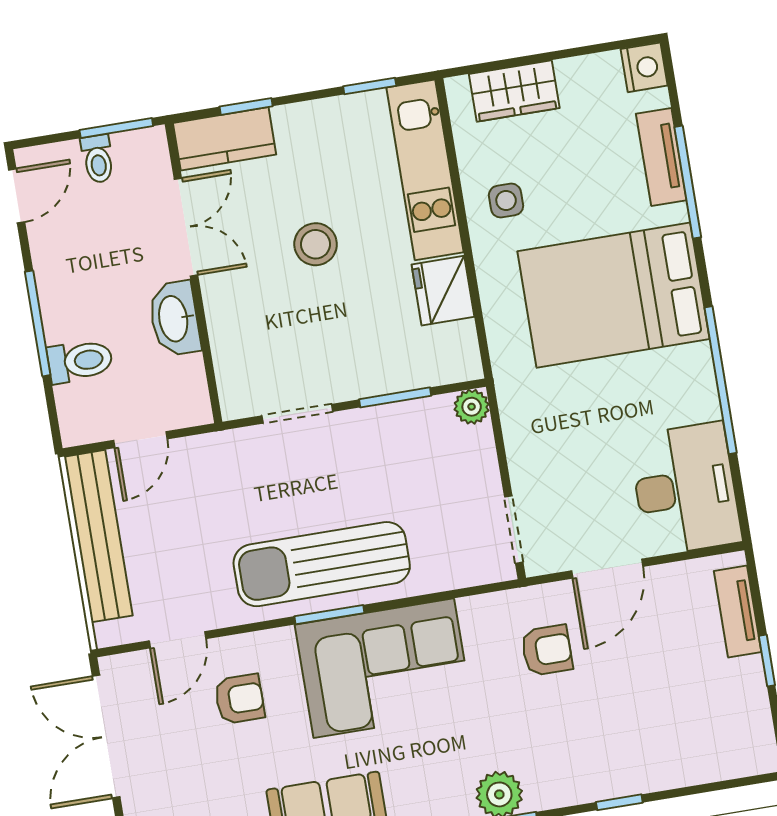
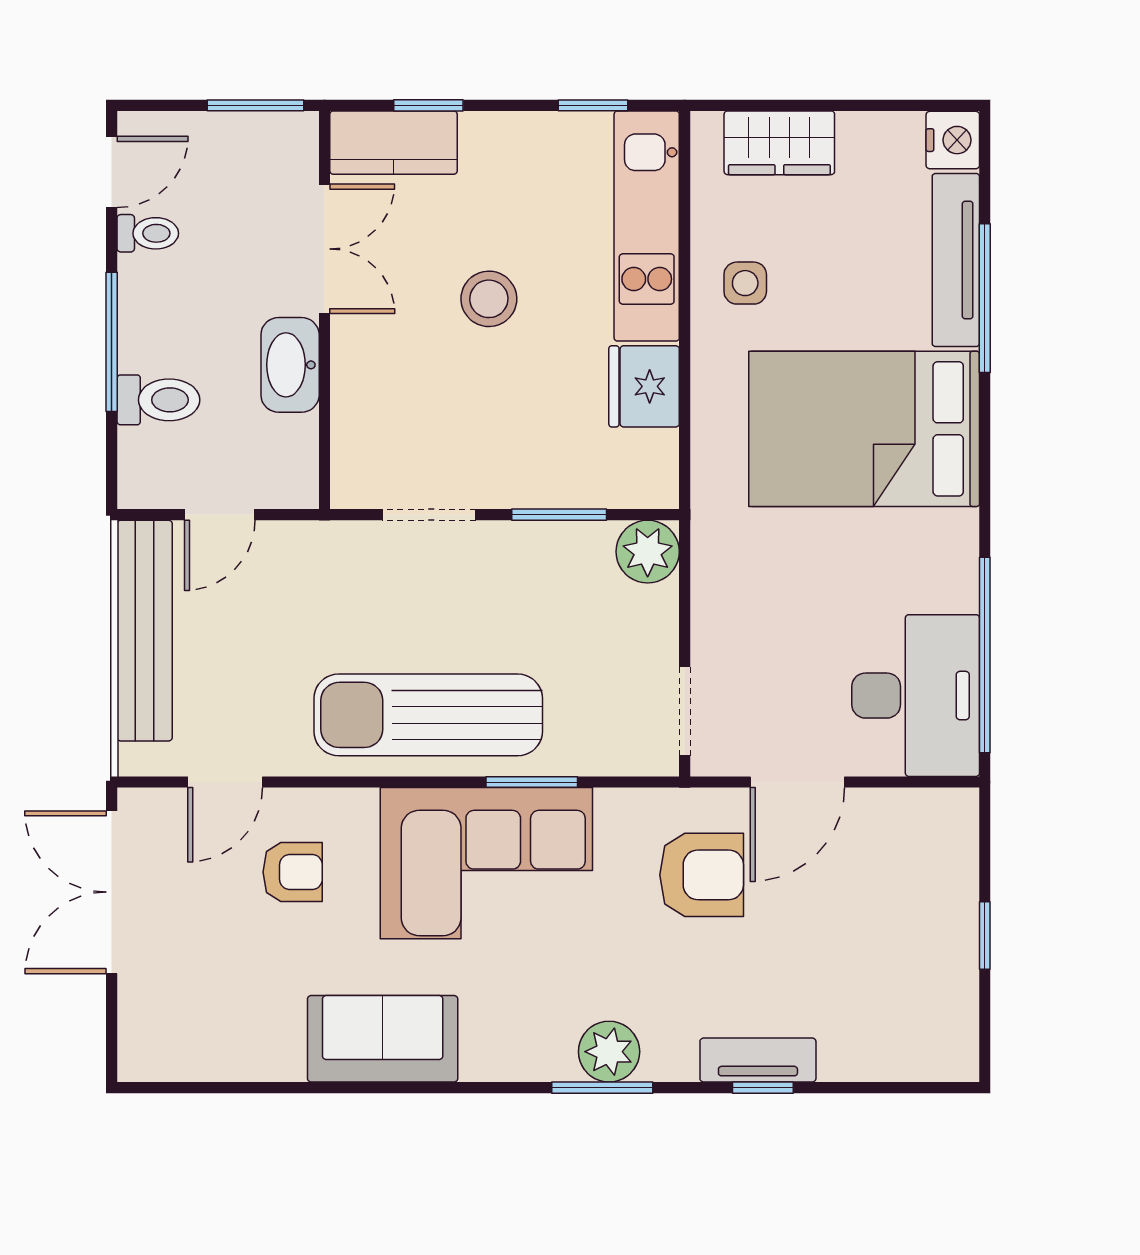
tv unit: (661, 157) -> (956, 260), width x1.41
toilet: (98, 159) -> (148, 233), moved, turned -90
window: (721, 380) -> (985, 655), moved
plant: (472, 407) -> (648, 552), width x1.38, depth x1.38
tv unit: (738, 612) -> (758, 1060), moved, turned 90
window: (329, 615) -> (532, 782), moved
armchair: (547, 650) -> (702, 875), width x1.38, depth x1.38

